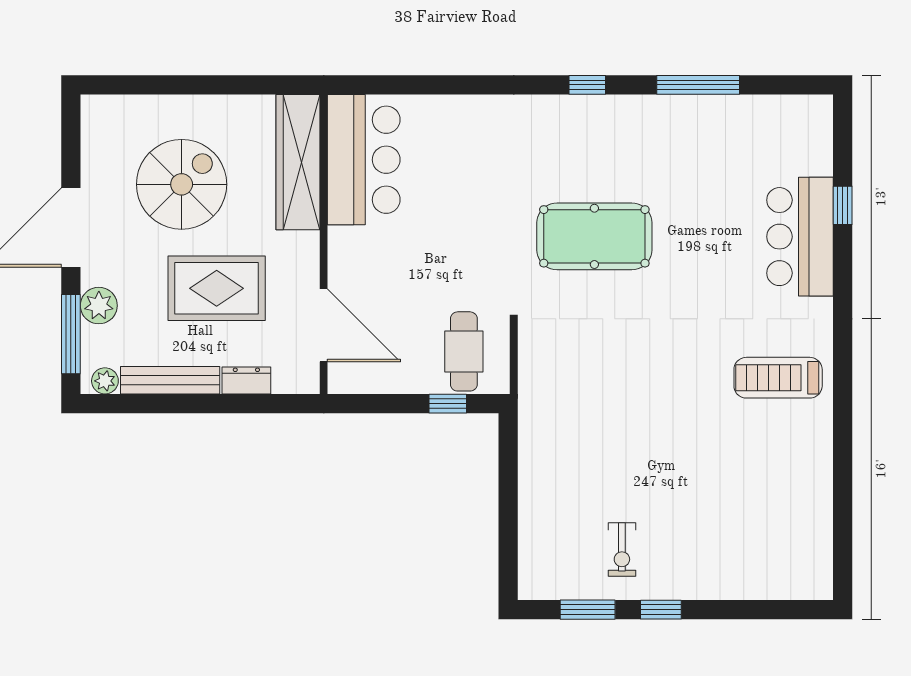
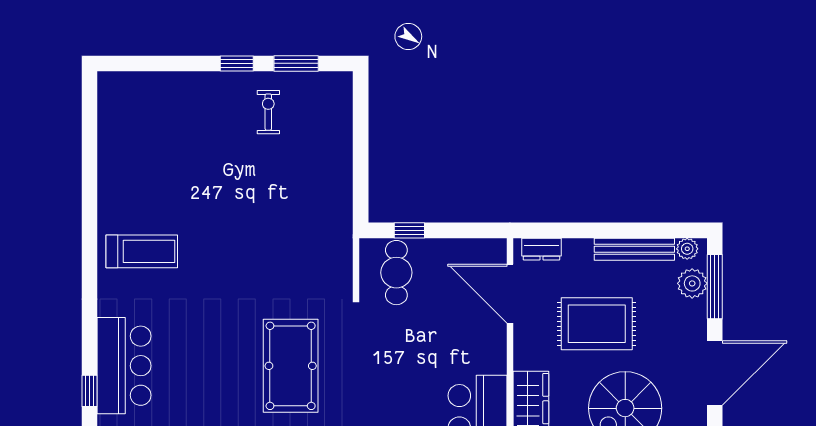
pool table: (594, 236) -> (291, 366), turned 90
plant: (99, 306) -> (692, 283), moved
dresser: (246, 380) -> (541, 249), moved

